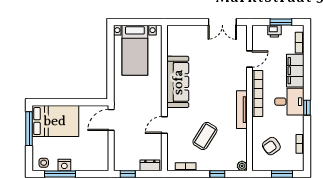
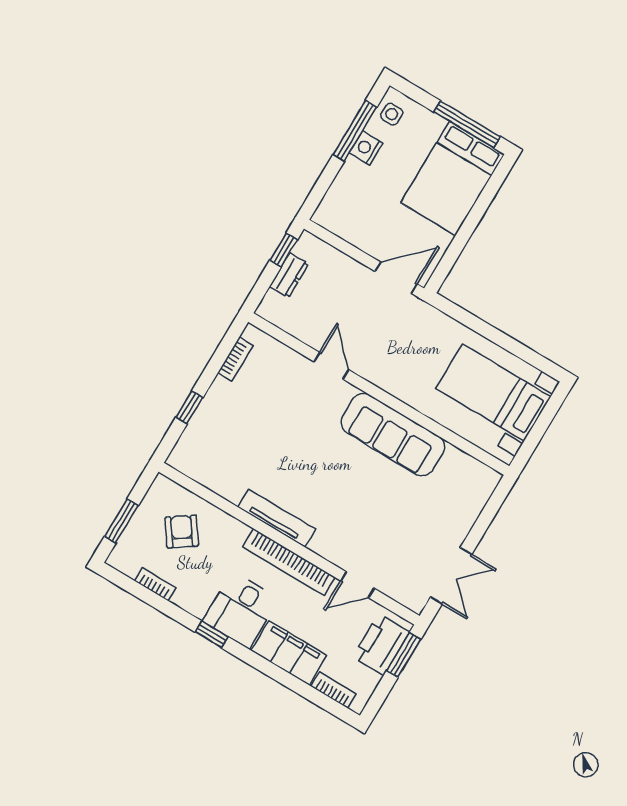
double door: (222, 22) -> (451, 576), swing flipped
window: (281, 22) -> (404, 655), moved
printer: (274, 31) -> (381, 645), width x1.87, depth x1.48
door: (250, 59) -> (357, 585), hinge flipped
door: (111, 120) -> (396, 278), hinge flipped
coffee table: (205, 136) -> (269, 426), removed
dresser: (150, 165) -> (289, 275), moved
plant: (242, 166) -> (178, 459), removed

